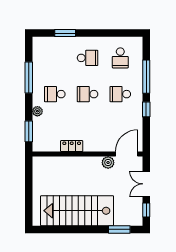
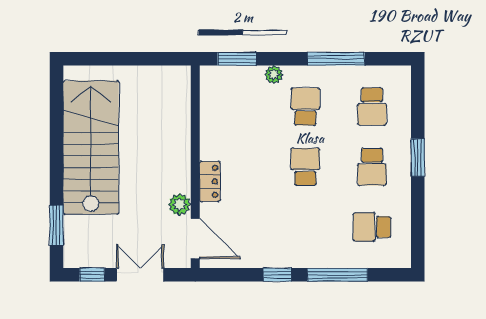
window: (65, 33) -> (418, 158), moved
school desk: (120, 94) -> (372, 107), moved, turned 180
locker: (72, 146) -> (210, 181), moved

